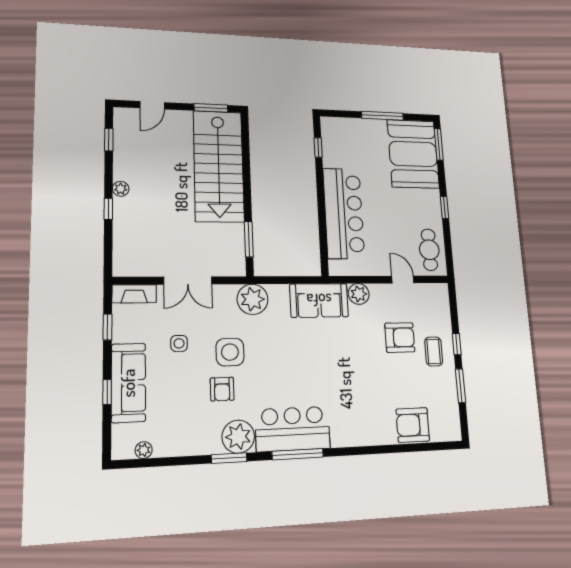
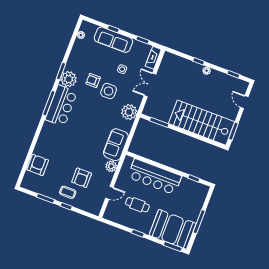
cafe table: (429, 250) -> (137, 205), moved

